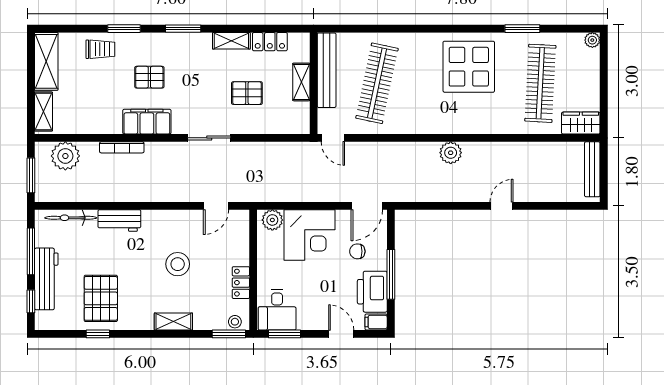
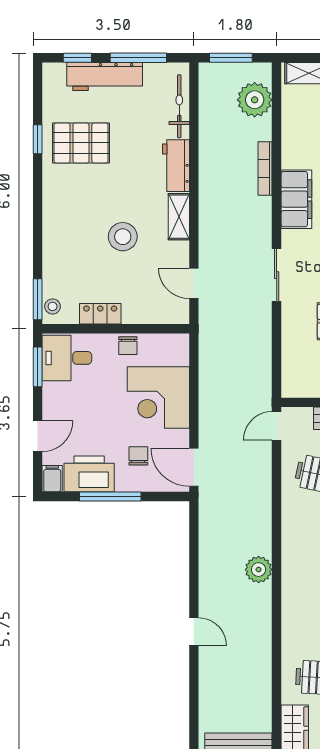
plant: (272, 220) -> (177, 352), removed
chair: (267, 260) -> (128, 346), added
shelving: (173, 322) -> (179, 217), moved

